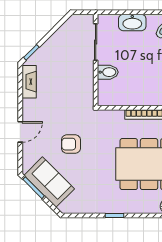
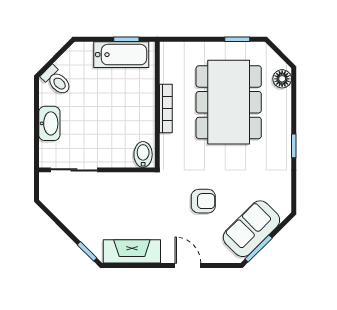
bidet: (108, 72) -> (143, 155), moved
fireplace: (29, 82) -> (132, 251), width x1.37, depth x1.32
armchair: (71, 144) -> (203, 201), turned -90

